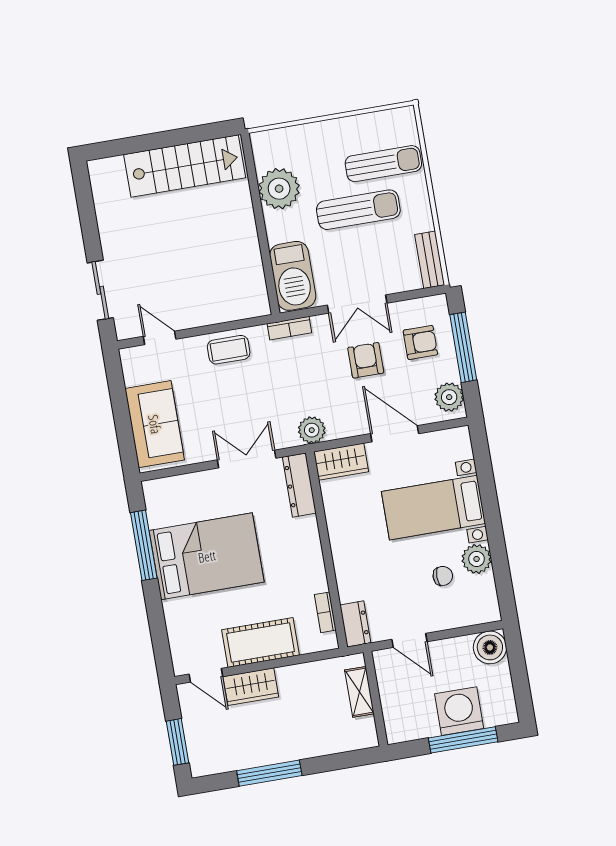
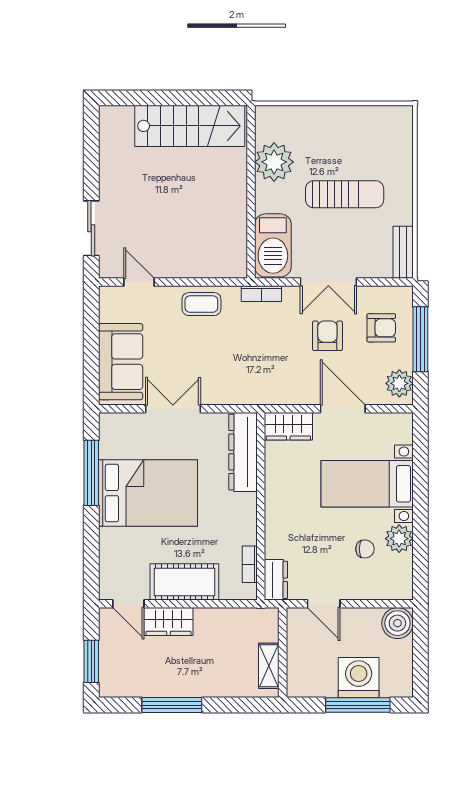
sun lounger: (383, 164) -> (375, 155), removed
plant: (312, 430) -> (266, 392), removed
double door: (247, 459) -> (173, 409), moved
dresser: (299, 485) -> (243, 452), width x1.37, depth x1.24
shelving: (359, 692) -> (269, 666), moved

